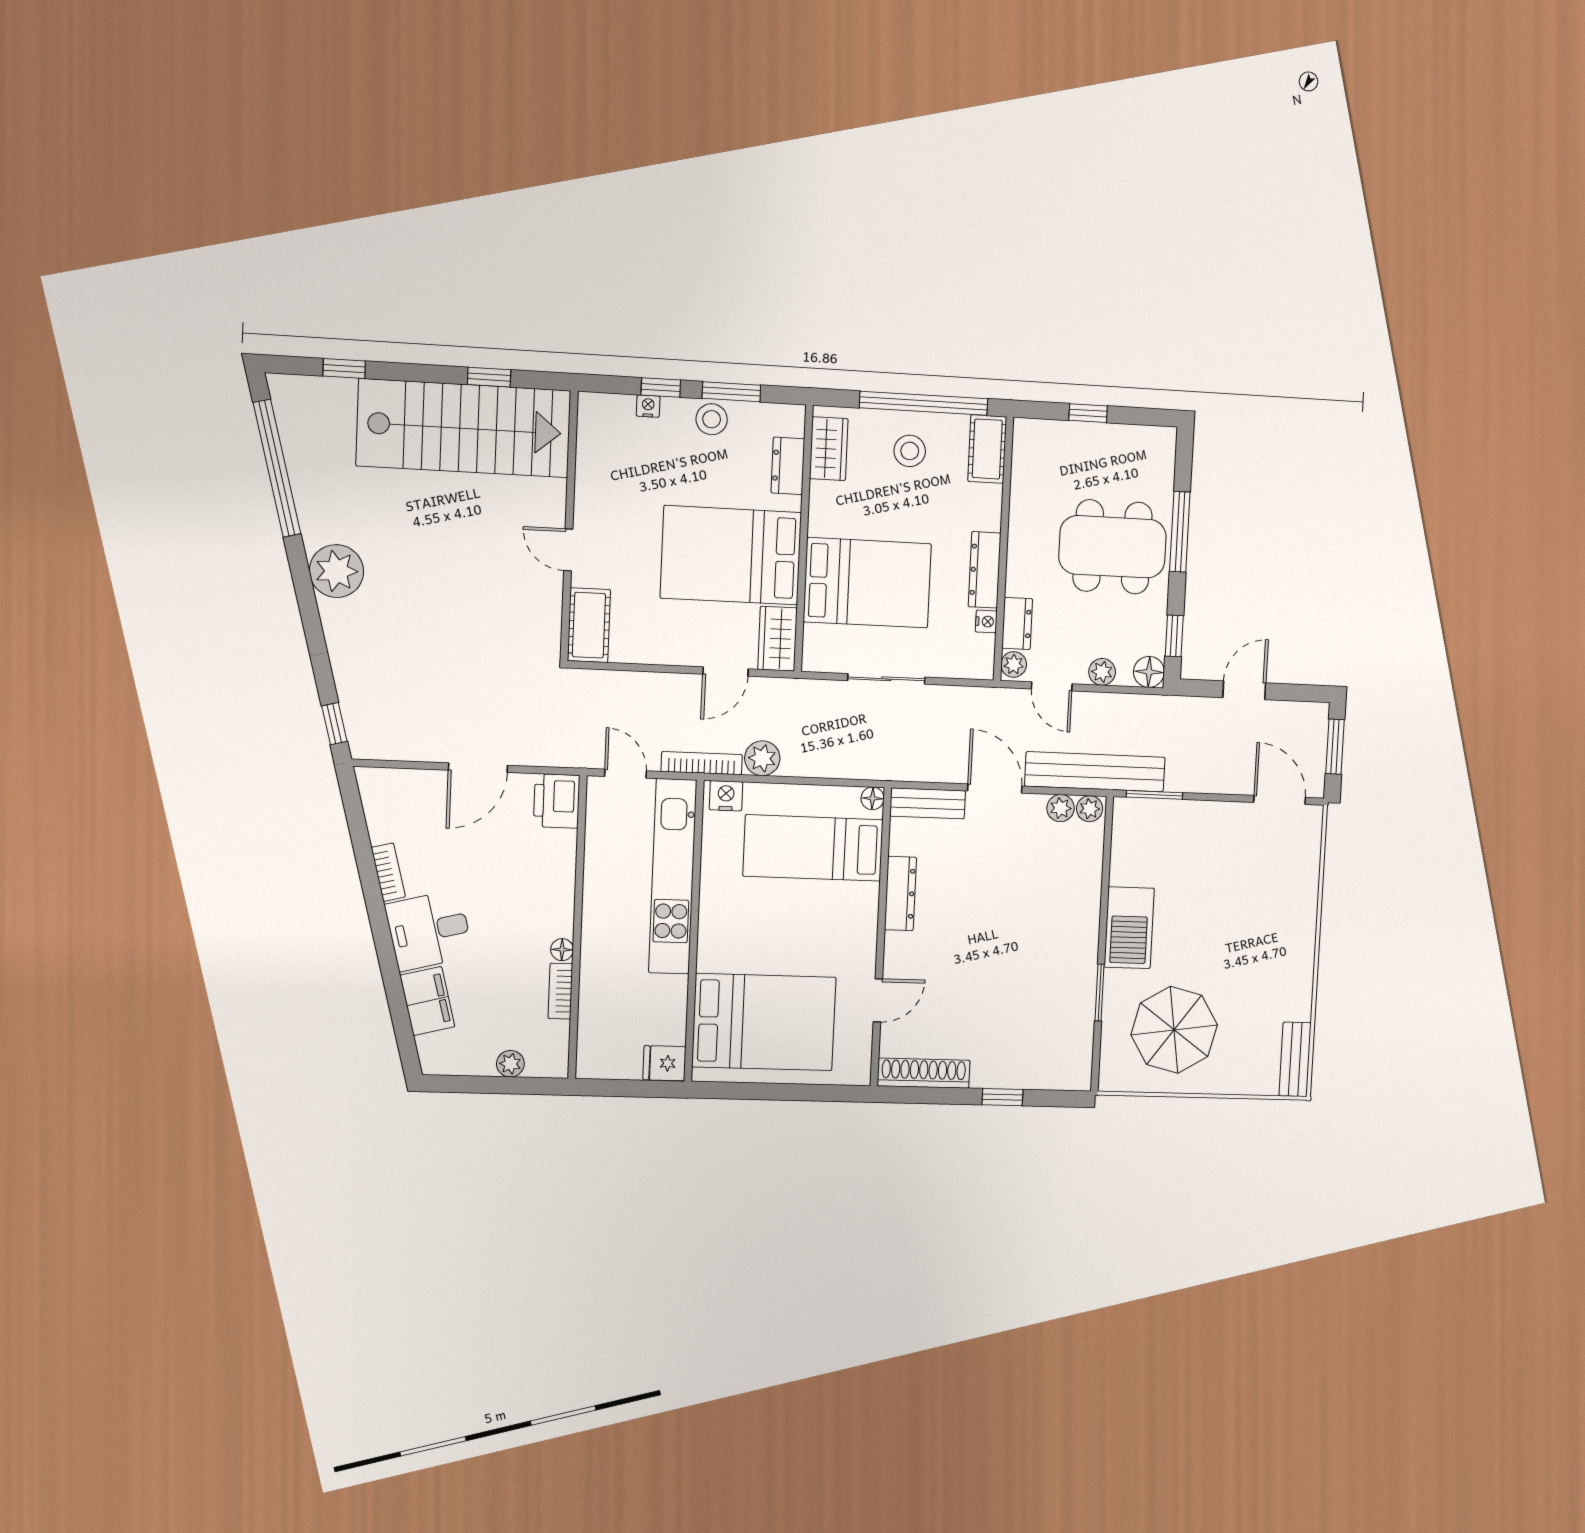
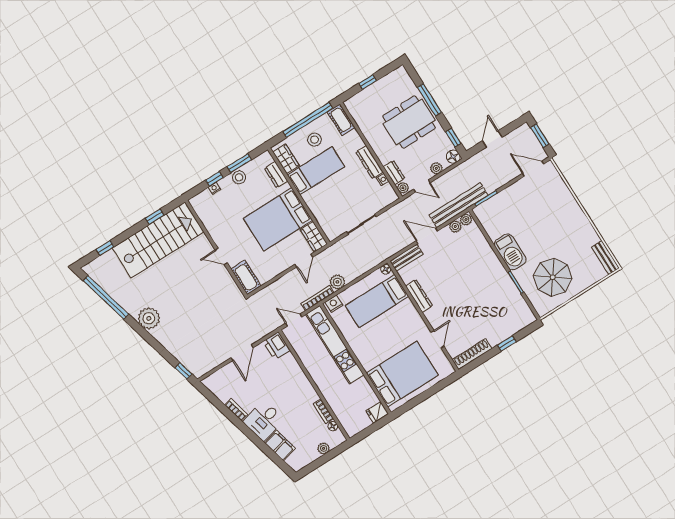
bed: (867, 583) -> (316, 171), moved, width x0.67
floor lamp: (562, 950) -> (333, 426), moved

